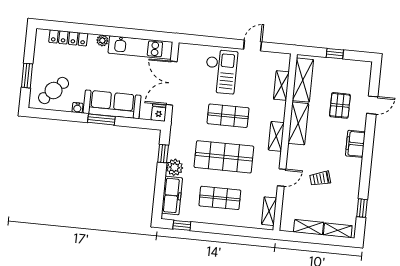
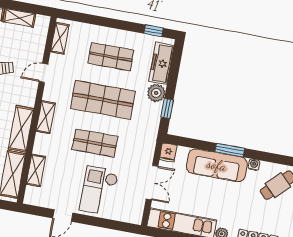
double door: (172, 83) -> (152, 183), width x0.73

